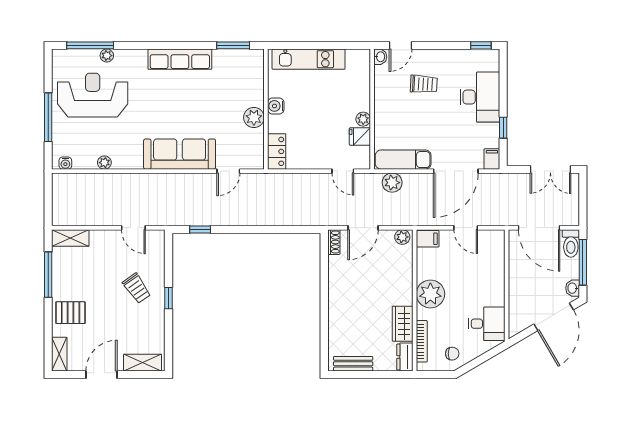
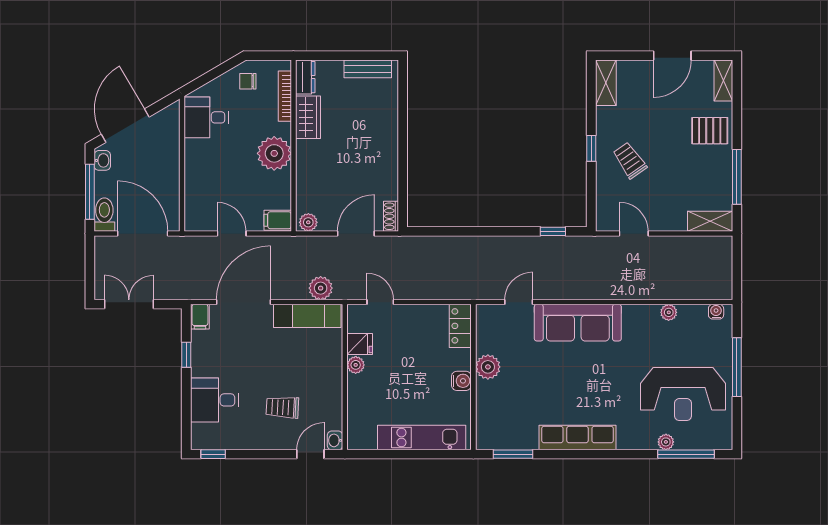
desk: (480, 97) -> (214, 400), width x0.73
shelving: (143, 363) -> (606, 83), moved, turned 90

